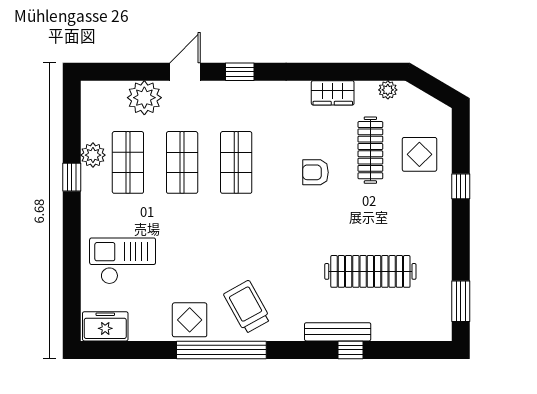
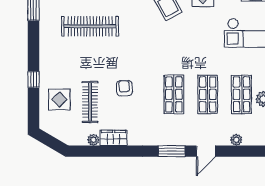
window: (240, 72) -> (172, 151), width x1.50
plant: (388, 90) -> (93, 140), moved
plant: (144, 98) -> (236, 140), width x0.53, depth x0.53
armchair: (316, 172) -> (124, 88), turned -94

